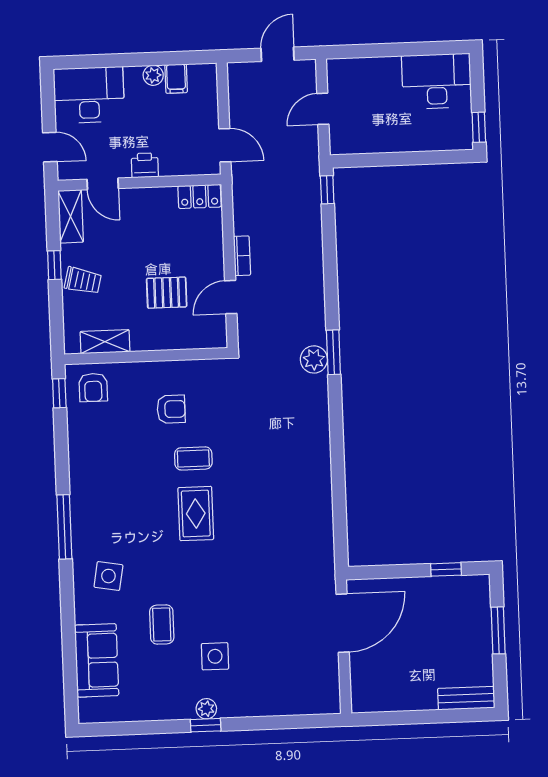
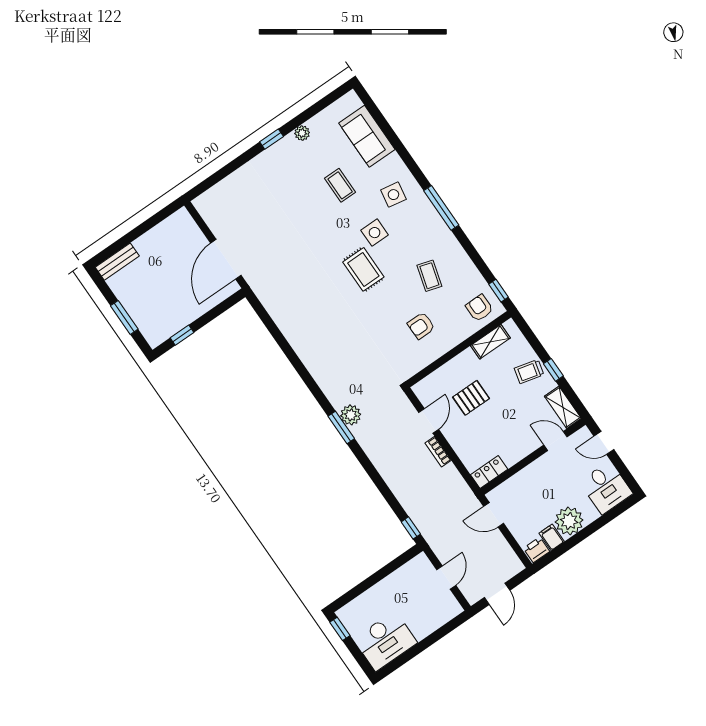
plant: (153, 75) -> (569, 521), width x1.87, depth x1.87
desk: (89, 95) -> (606, 488), width x0.73
printer: (145, 165) -> (536, 550), moved, turned 180
coffee table: (193, 458) -> (429, 276), moved, turned -74
side table: (215, 656) -> (375, 233), moved
plant: (206, 709) -> (302, 133), moved

